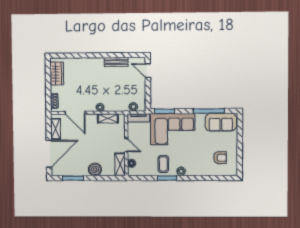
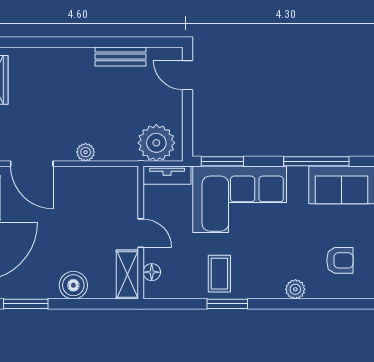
plant: (133, 107) -> (156, 143), width x1.87, depth x1.87
shelving: (108, 118) -> (102, 176), removed
plant: (181, 171) -> (295, 289), moved

